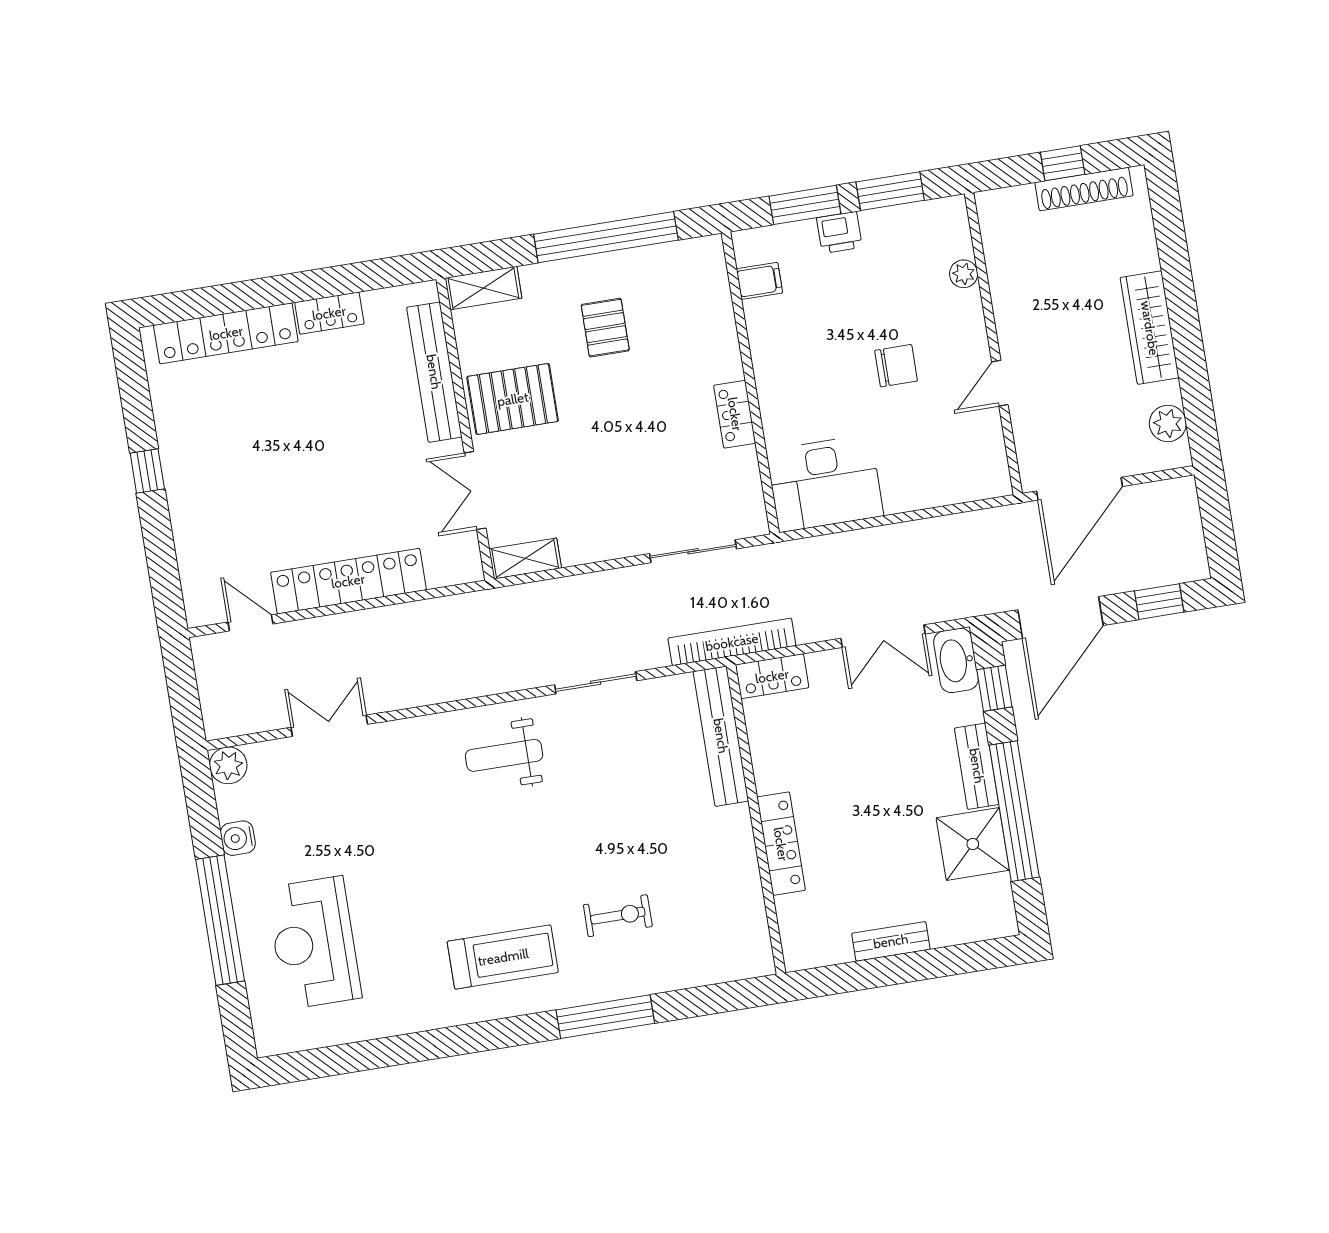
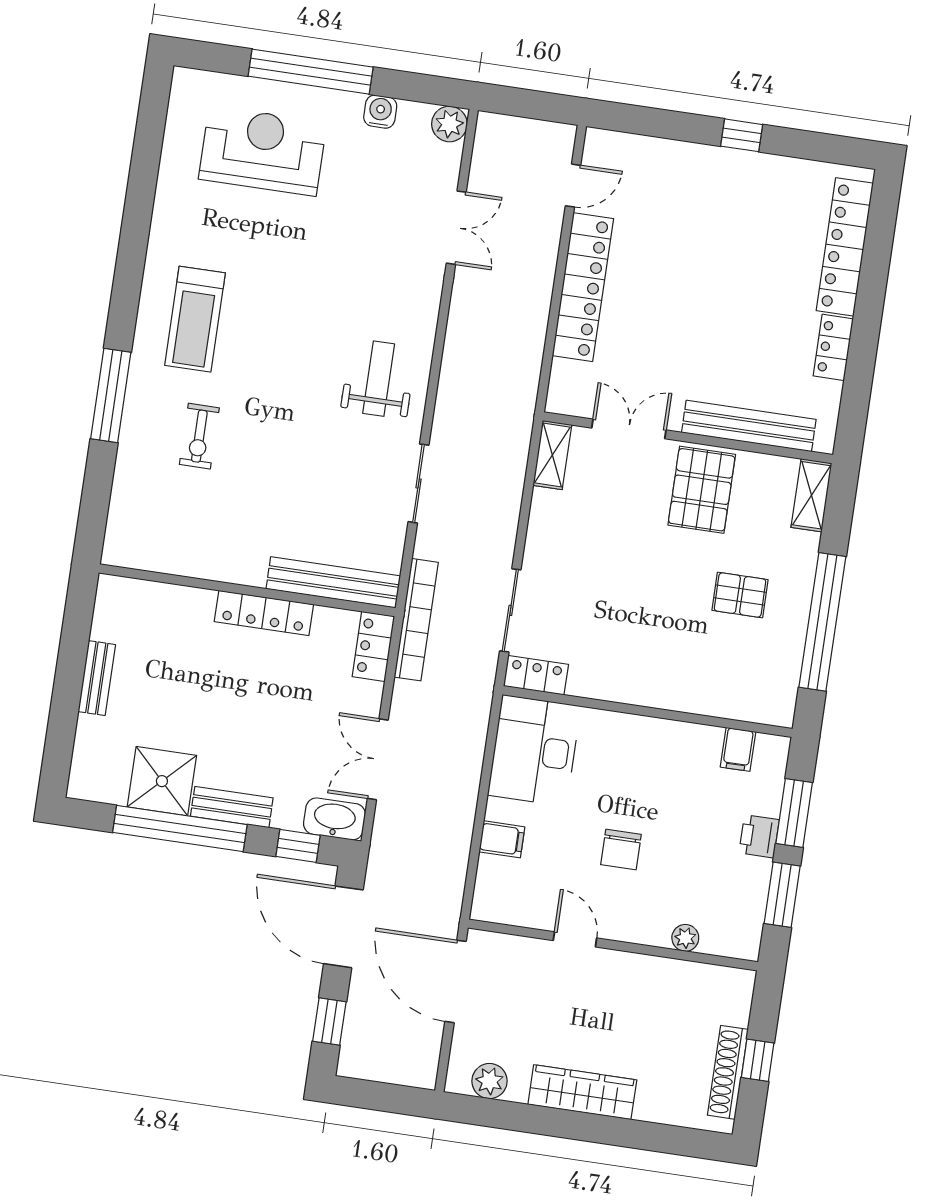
locker: (735, 414) -> (536, 675), moved
filing cabinet: (923, 487) -> (502, 839), added
locker: (781, 844) -> (264, 613), moved

